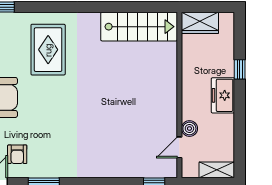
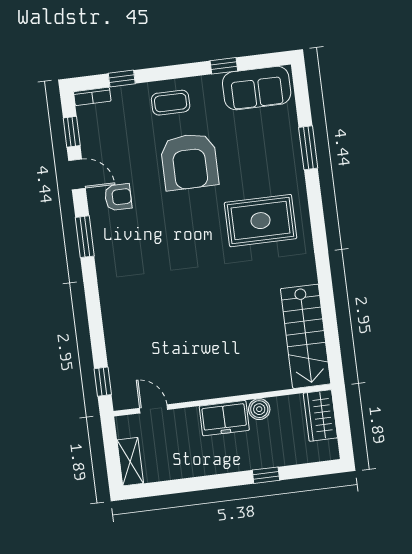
freezer: (223, 95) -> (224, 418), moved, turned 180
boiler: (189, 129) -> (259, 409), moved
armchair: (17, 154) -> (118, 197), turned 180

